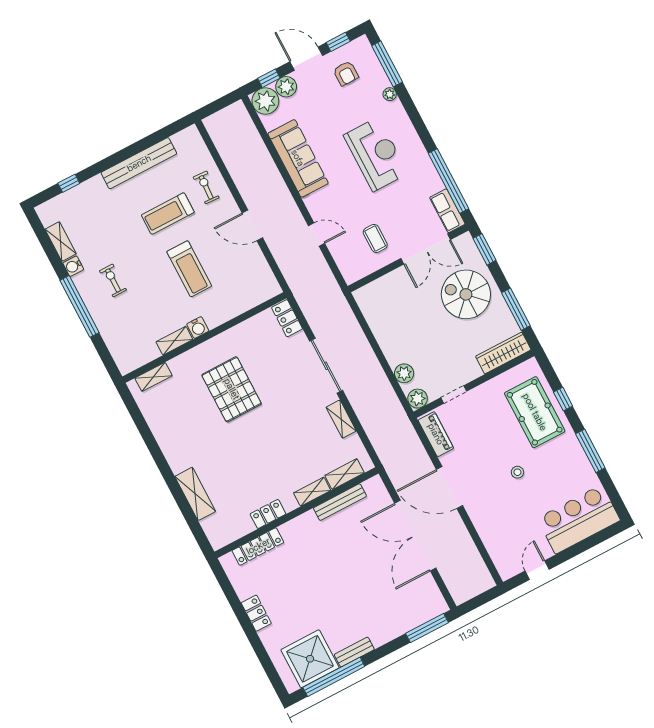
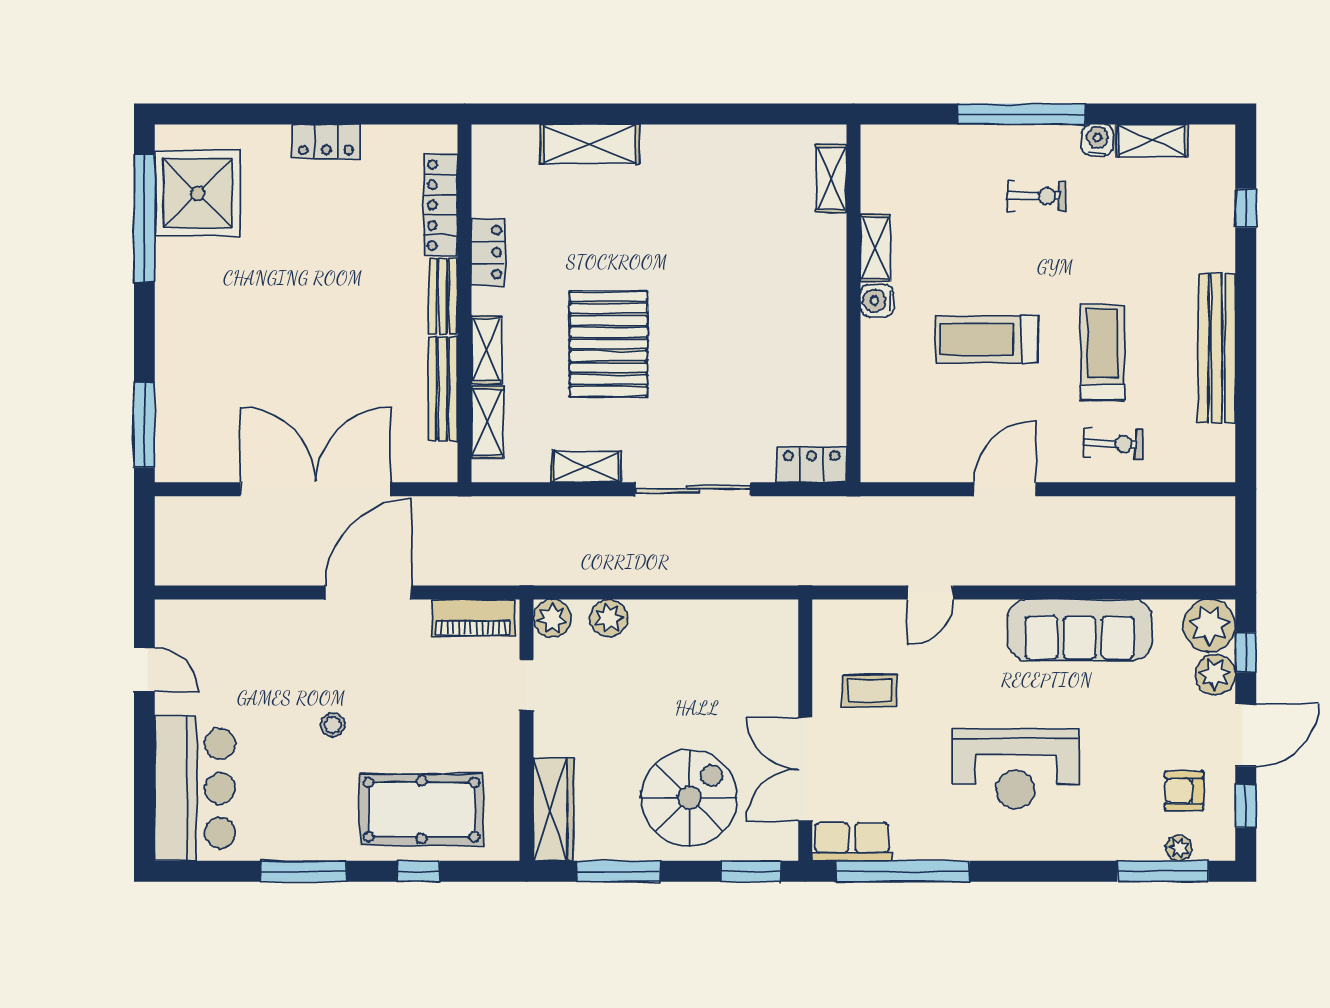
plant: (390, 94) -> (1179, 848), moved
pallet: (232, 389) -> (609, 344), moved, turned 90
bench: (354, 652) -> (443, 296), moved

